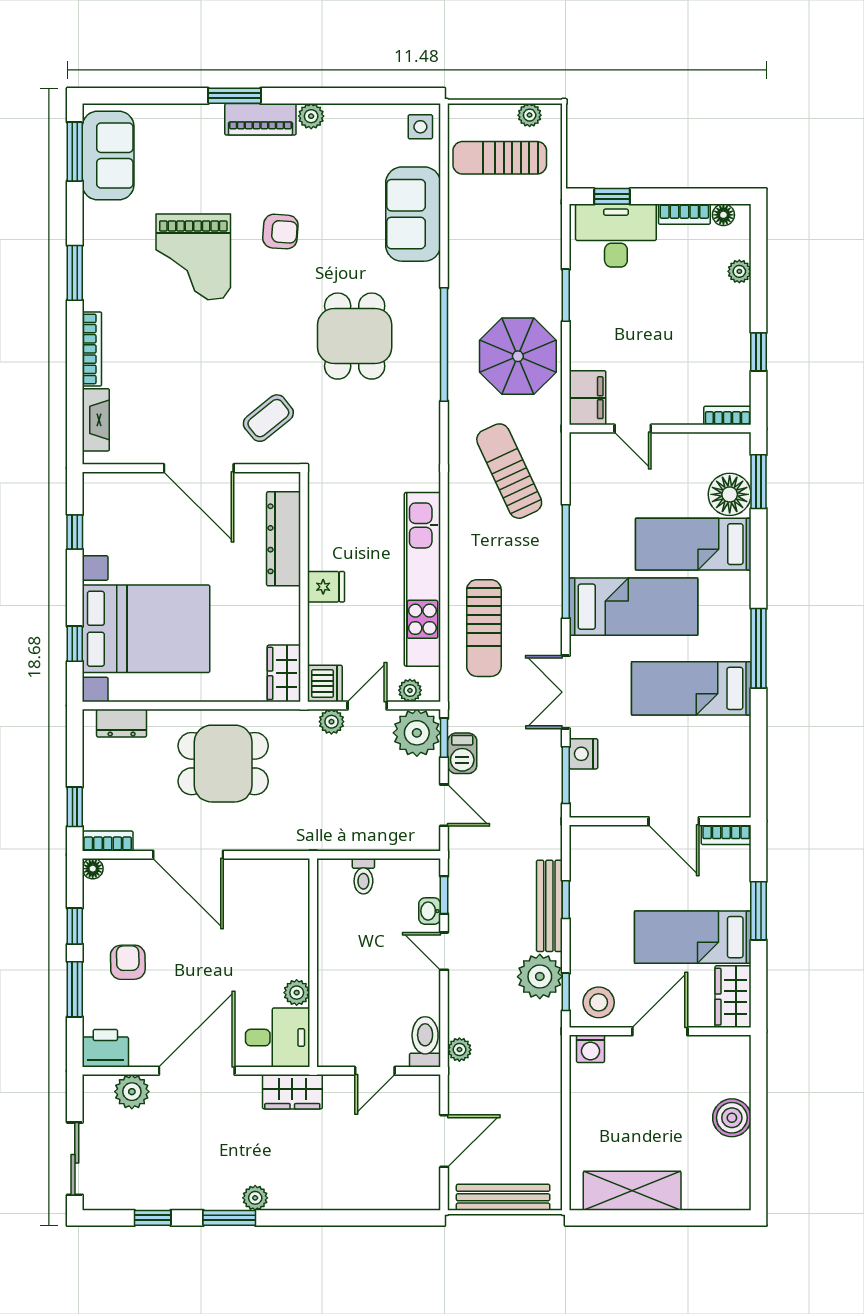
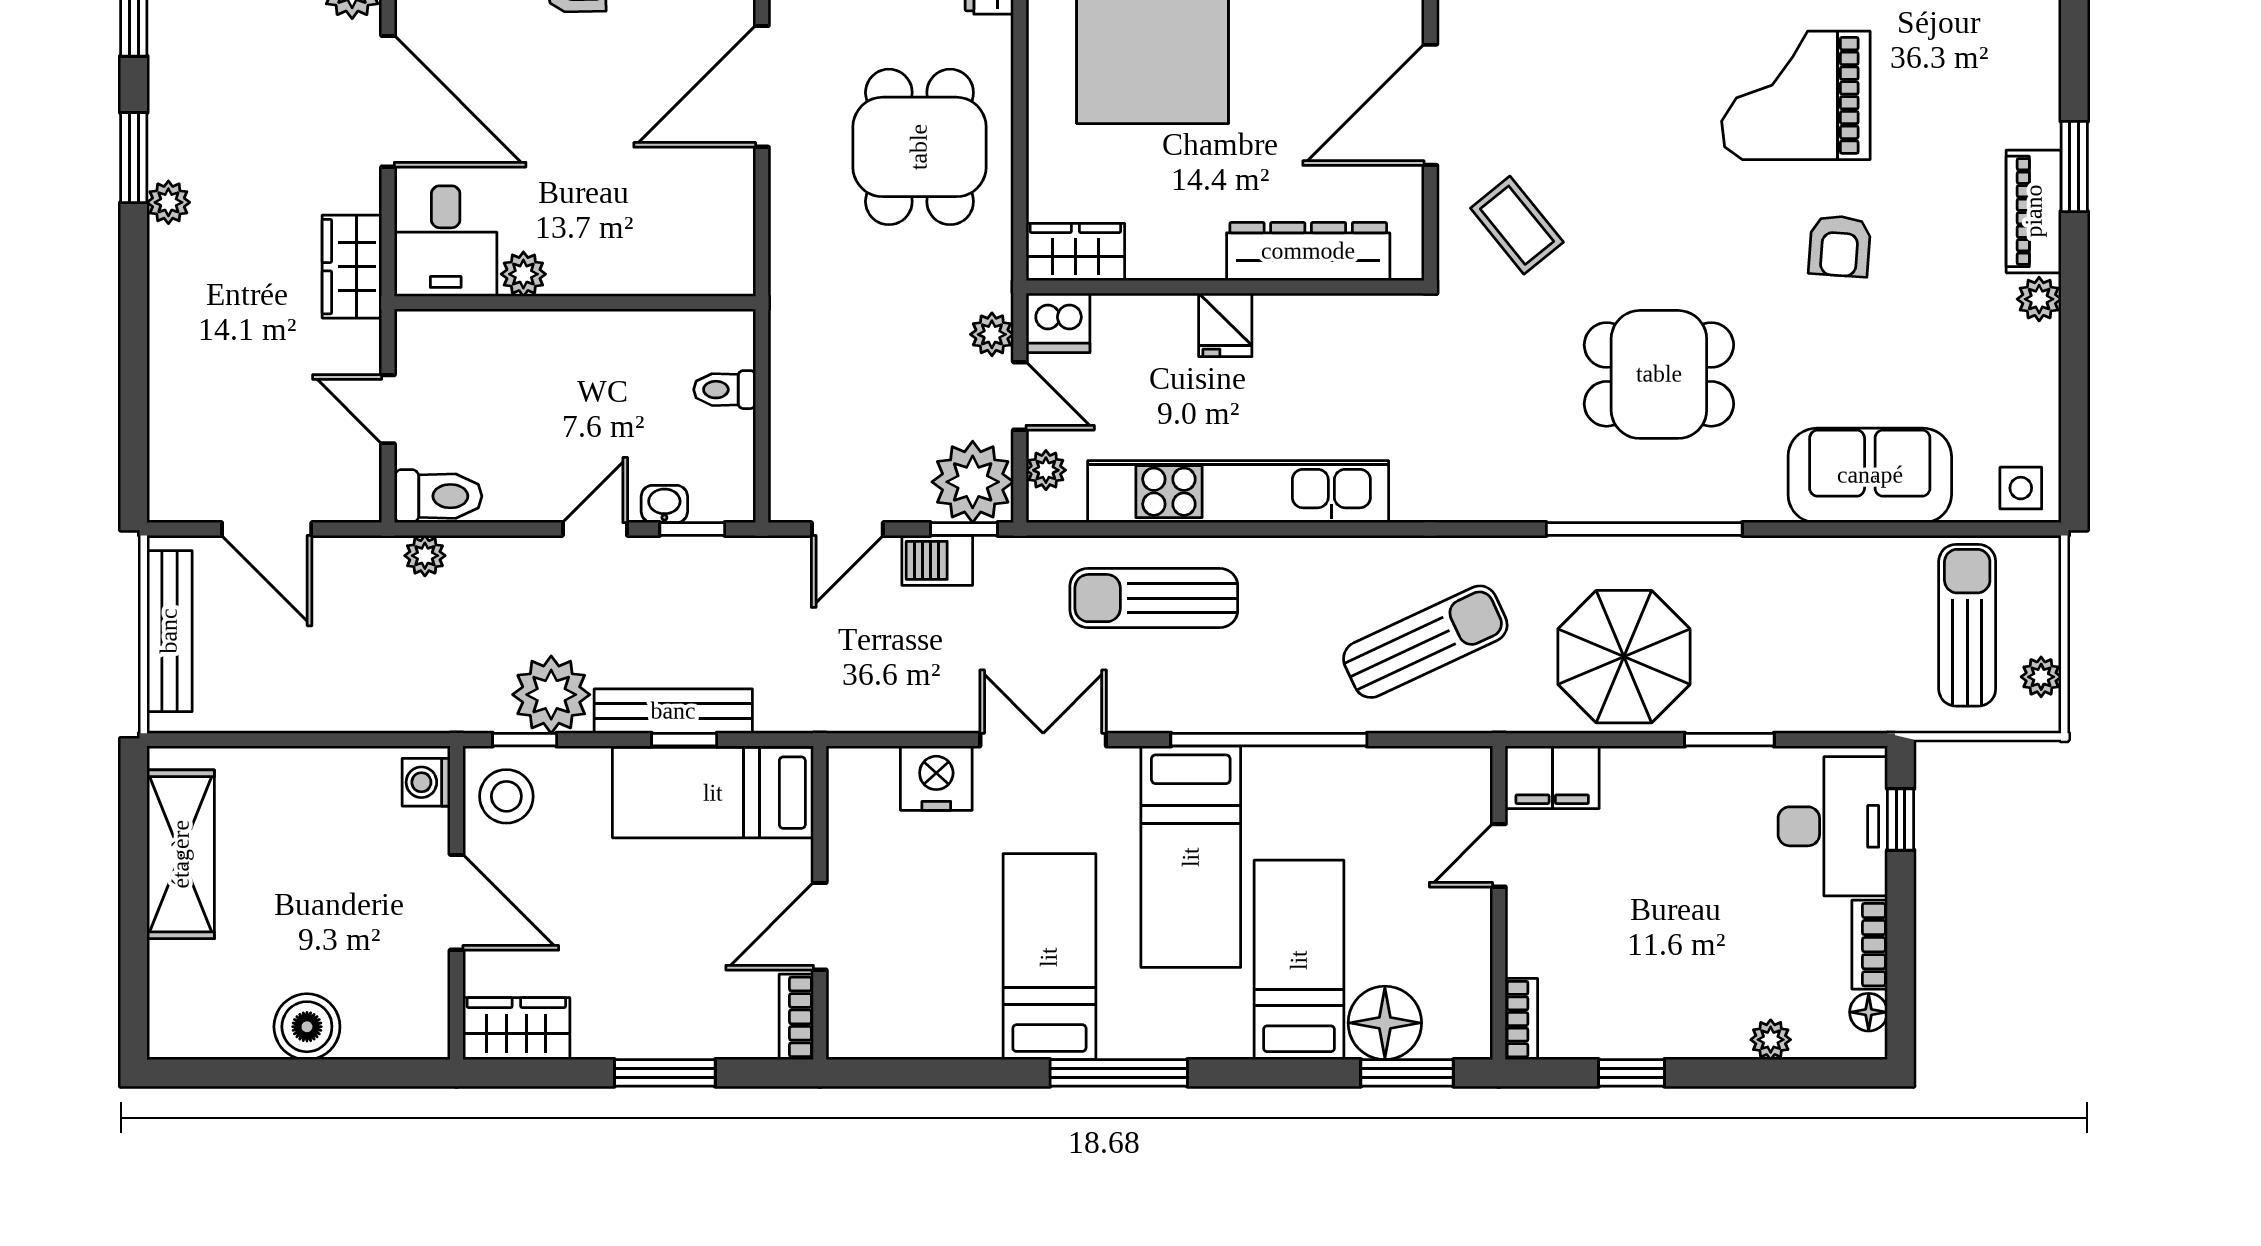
nightstand: (584, 754) -> (936, 778), width x1.36, depth x1.33
window: (566, 775) -> (900, 740), removed
bed: (693, 937) -> (713, 793), moved, turned -90

